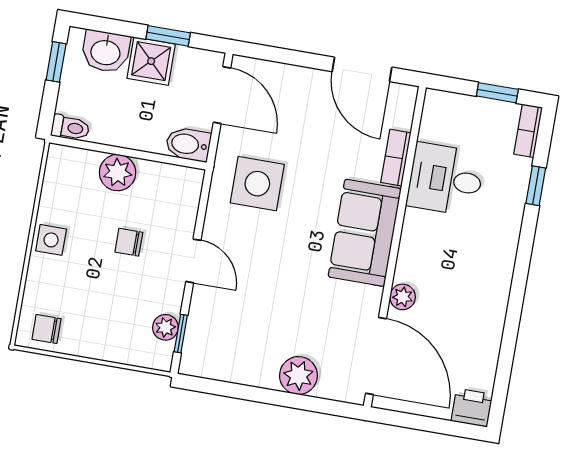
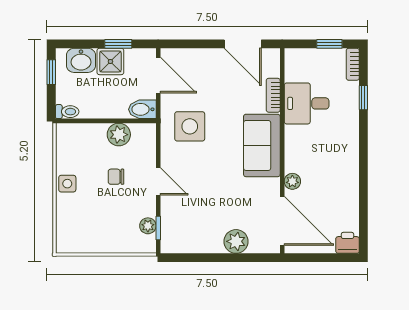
plant: (118, 173) -> (119, 135), moved
chair: (47, 329) -> (74, 240), removed

